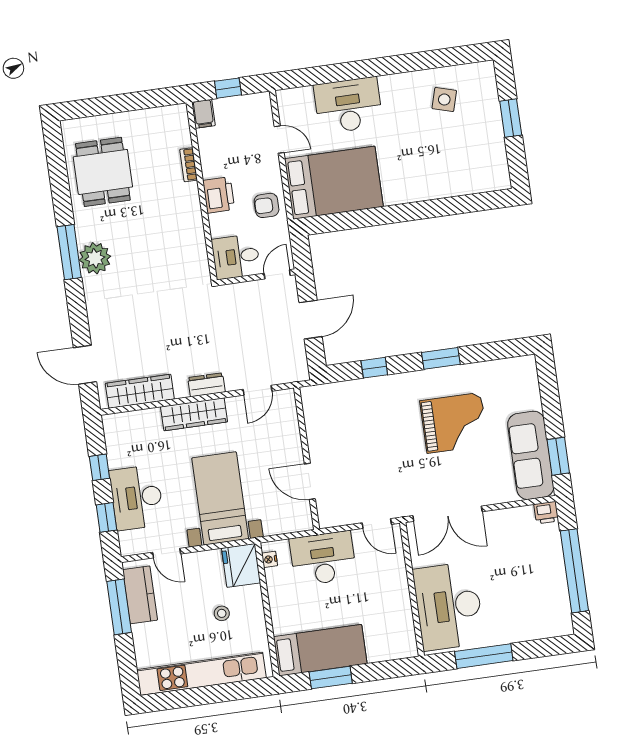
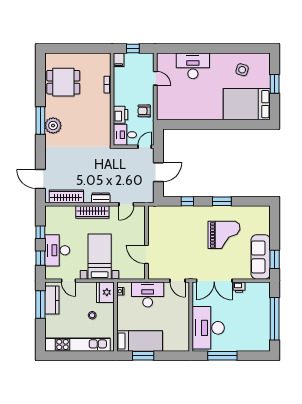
dining table: (103, 172) -> (63, 82), turned 90
bed: (334, 183) -> (247, 104), moved, turned 180
printer: (219, 195) -> (121, 115), moved
printer: (546, 513) -> (239, 287), moved

